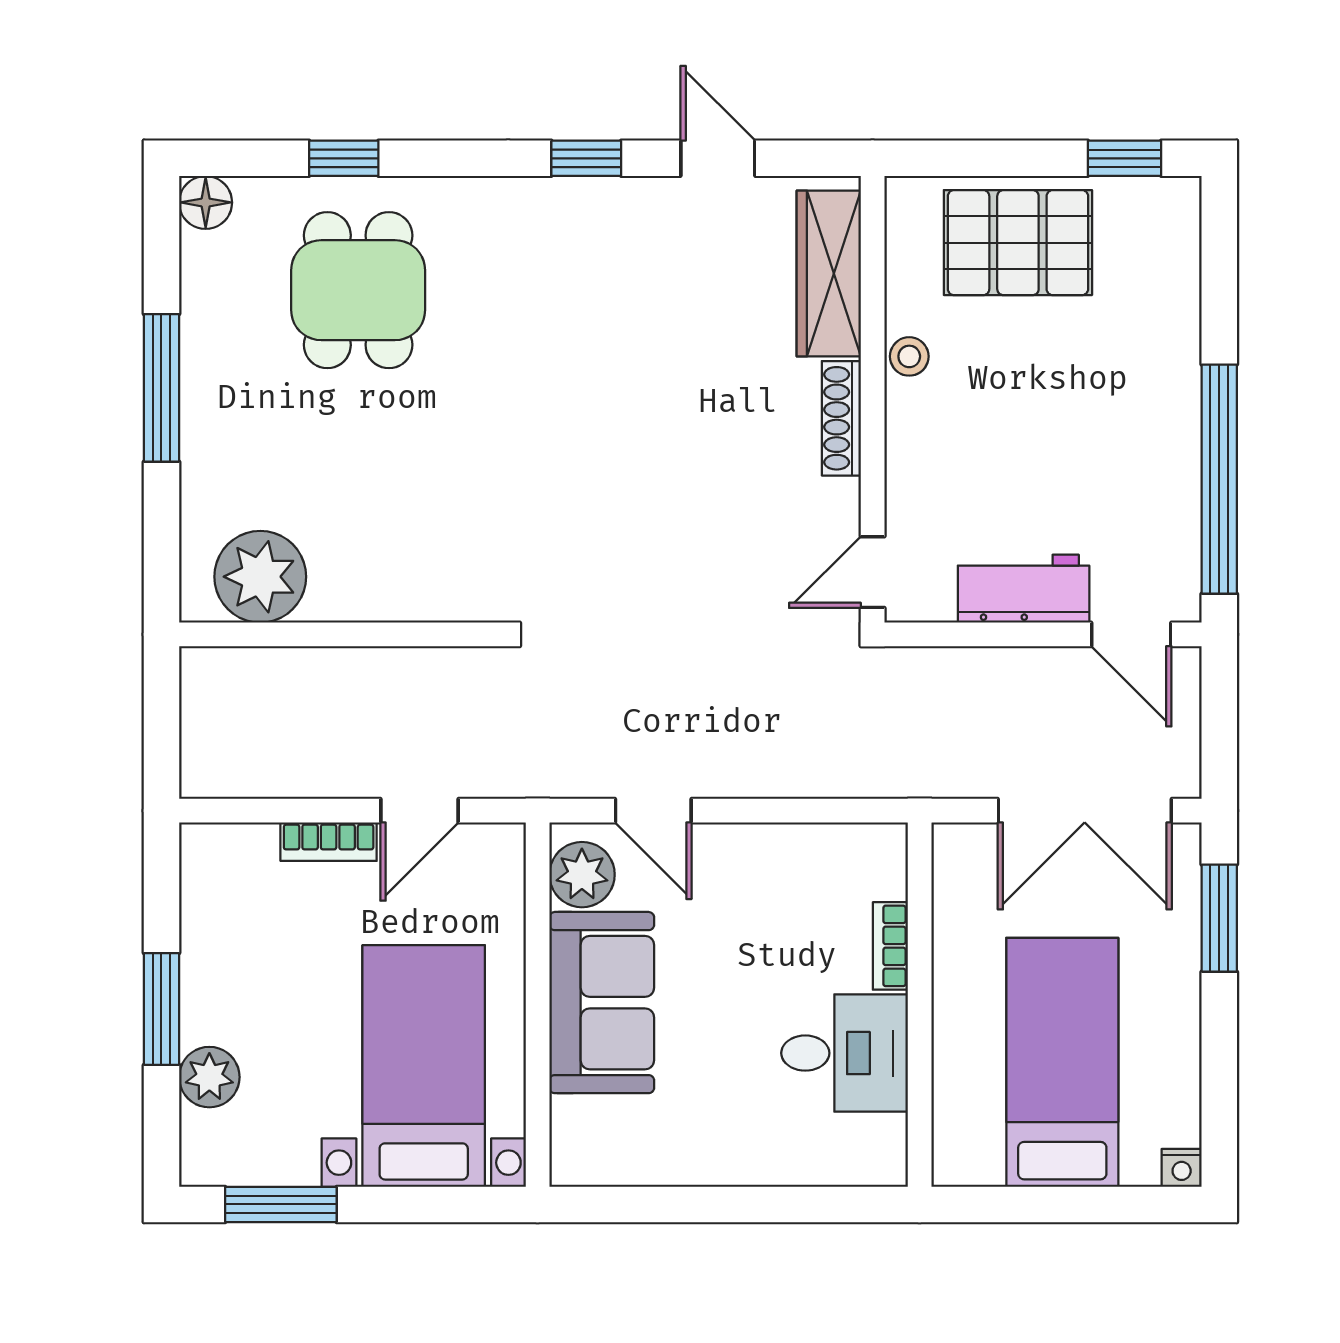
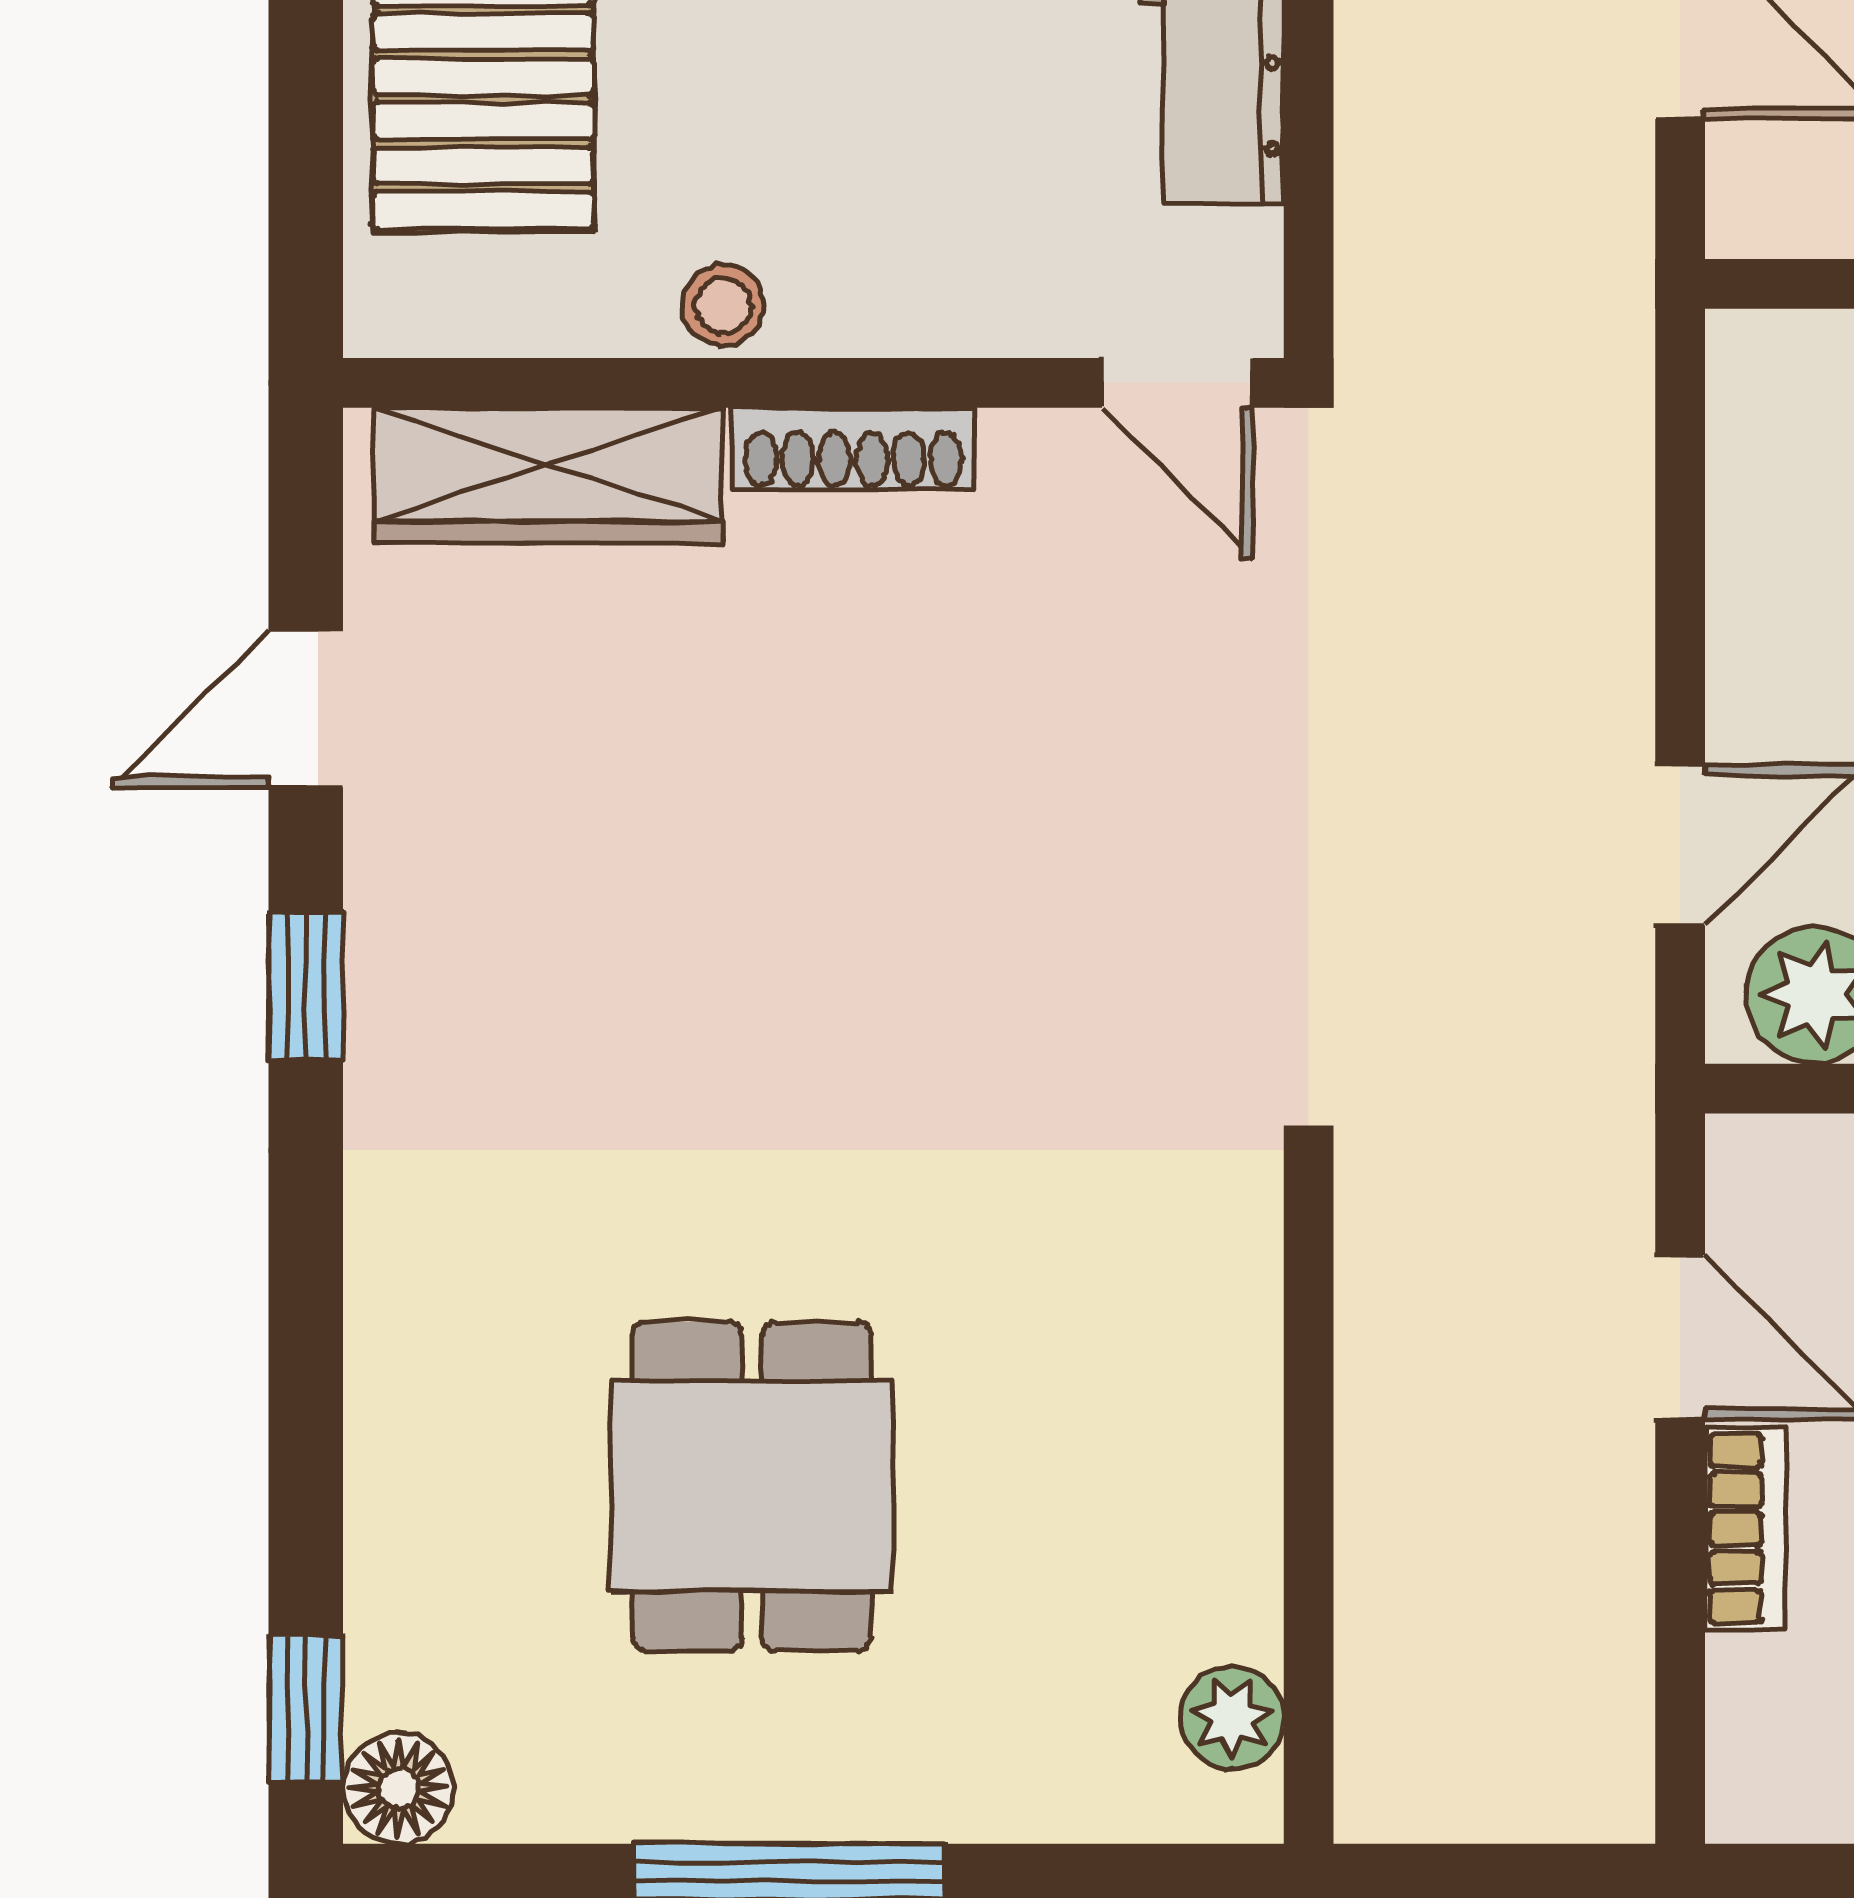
window: (344, 158) -> (306, 1709), moved
dining table: (358, 290) -> (752, 1486), moved, turned 90
plant: (260, 577) -> (1232, 1718), width x0.53, depth x0.53

